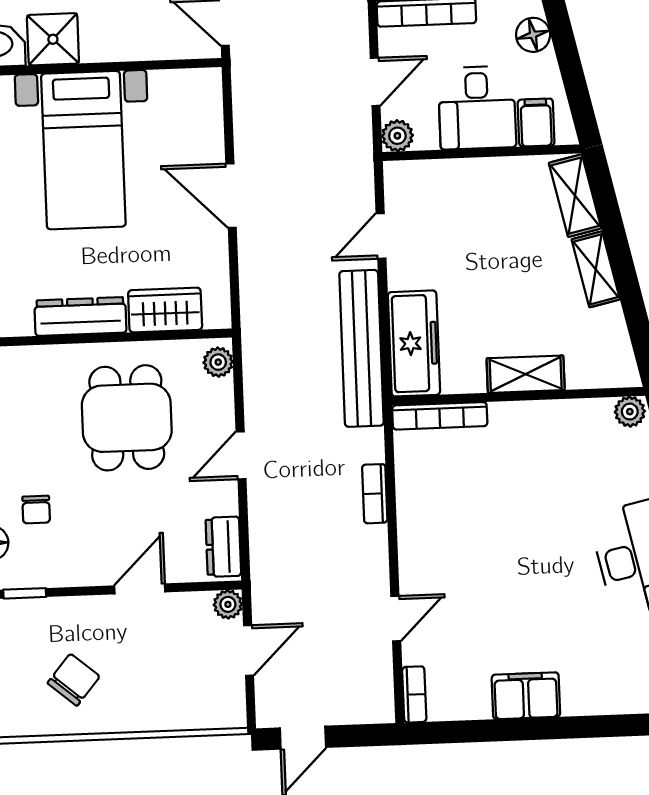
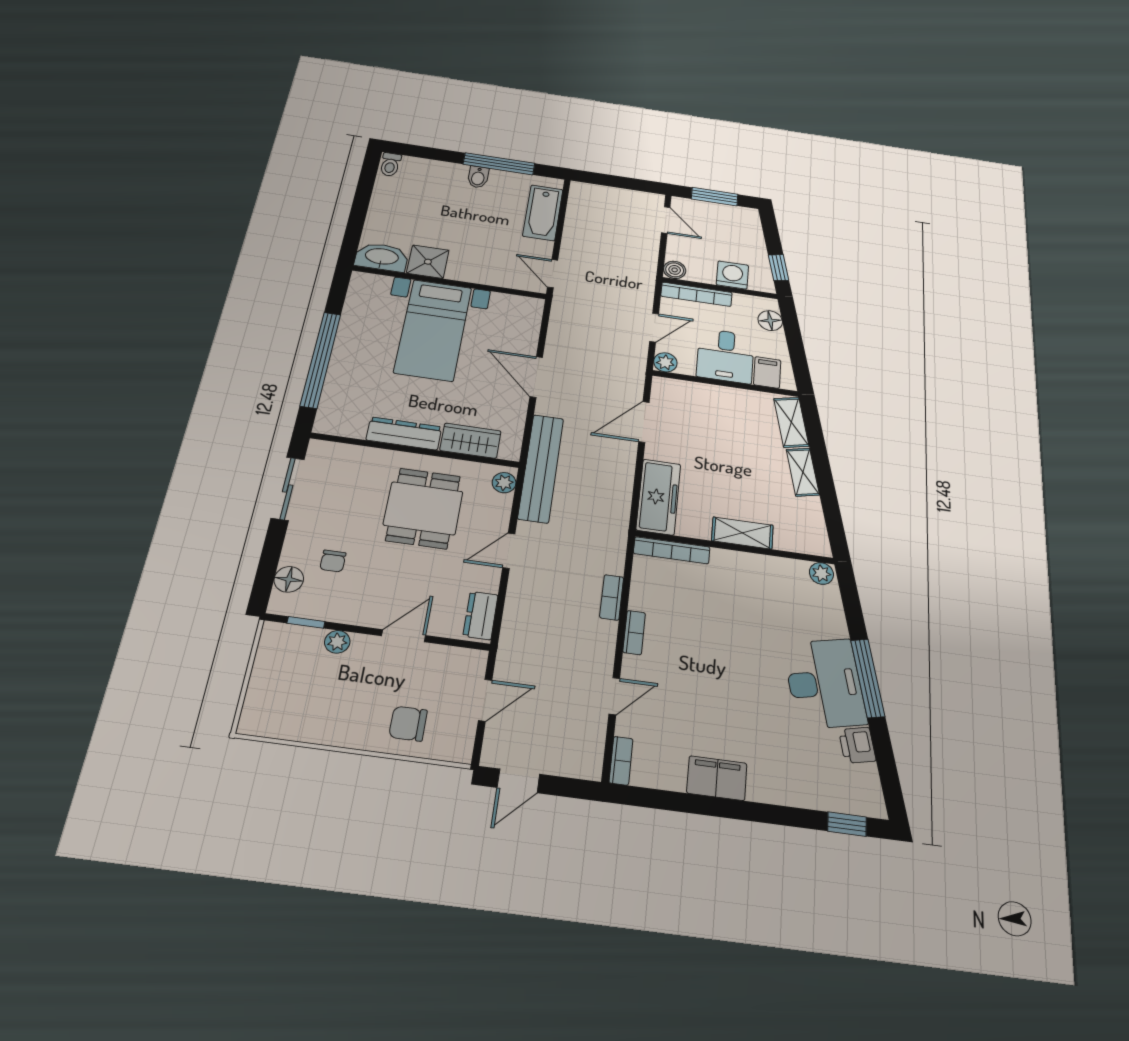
door: (381, 236) -> (644, 422), width x1.38
bench: (362, 348) -> (541, 468), moved
bookcase: (408, 534) -> (634, 633), added
plant: (228, 604) -> (337, 642), moved
chair: (74, 680) -> (408, 724), moved, turned -130

